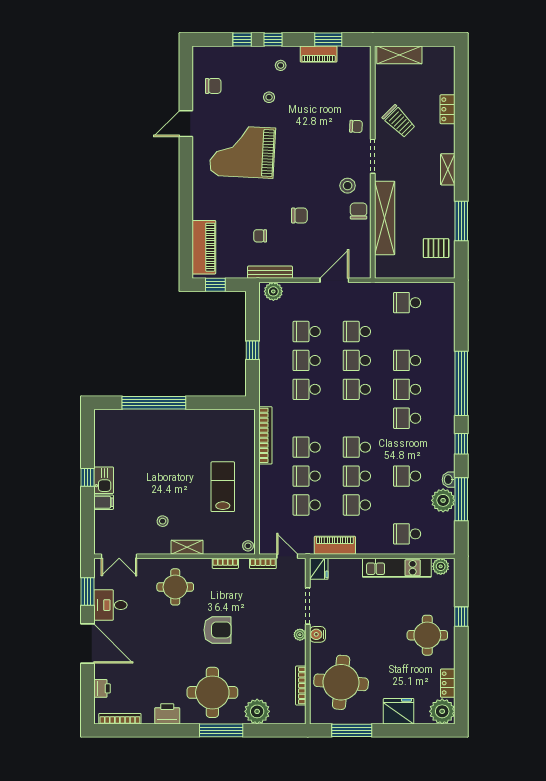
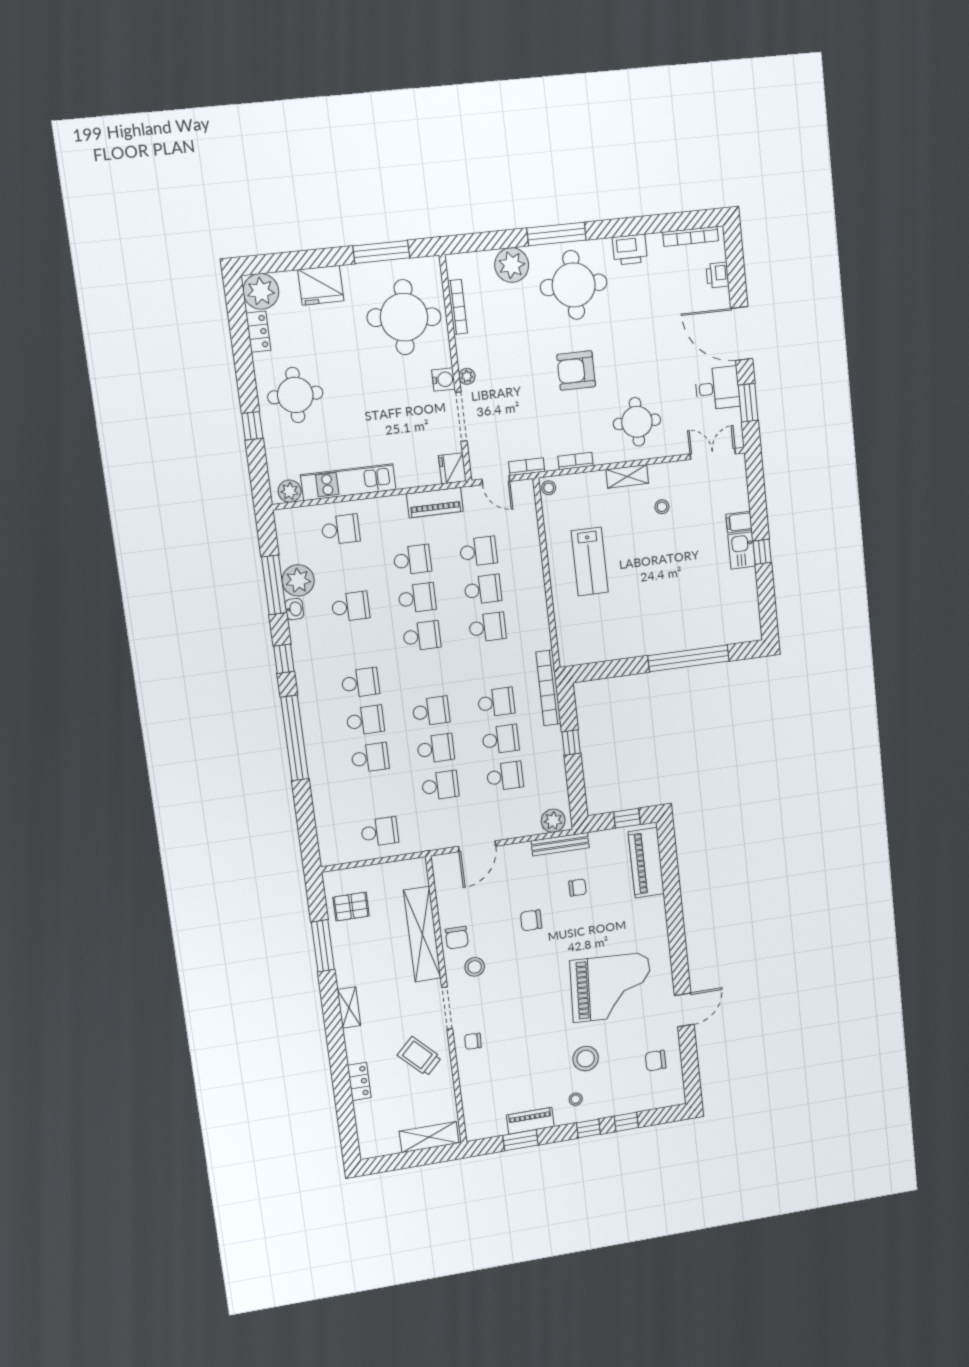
stool: (269, 97) -> (586, 1059), width x1.89, depth x1.89
bookcase: (265, 435) -> (548, 688), moved

